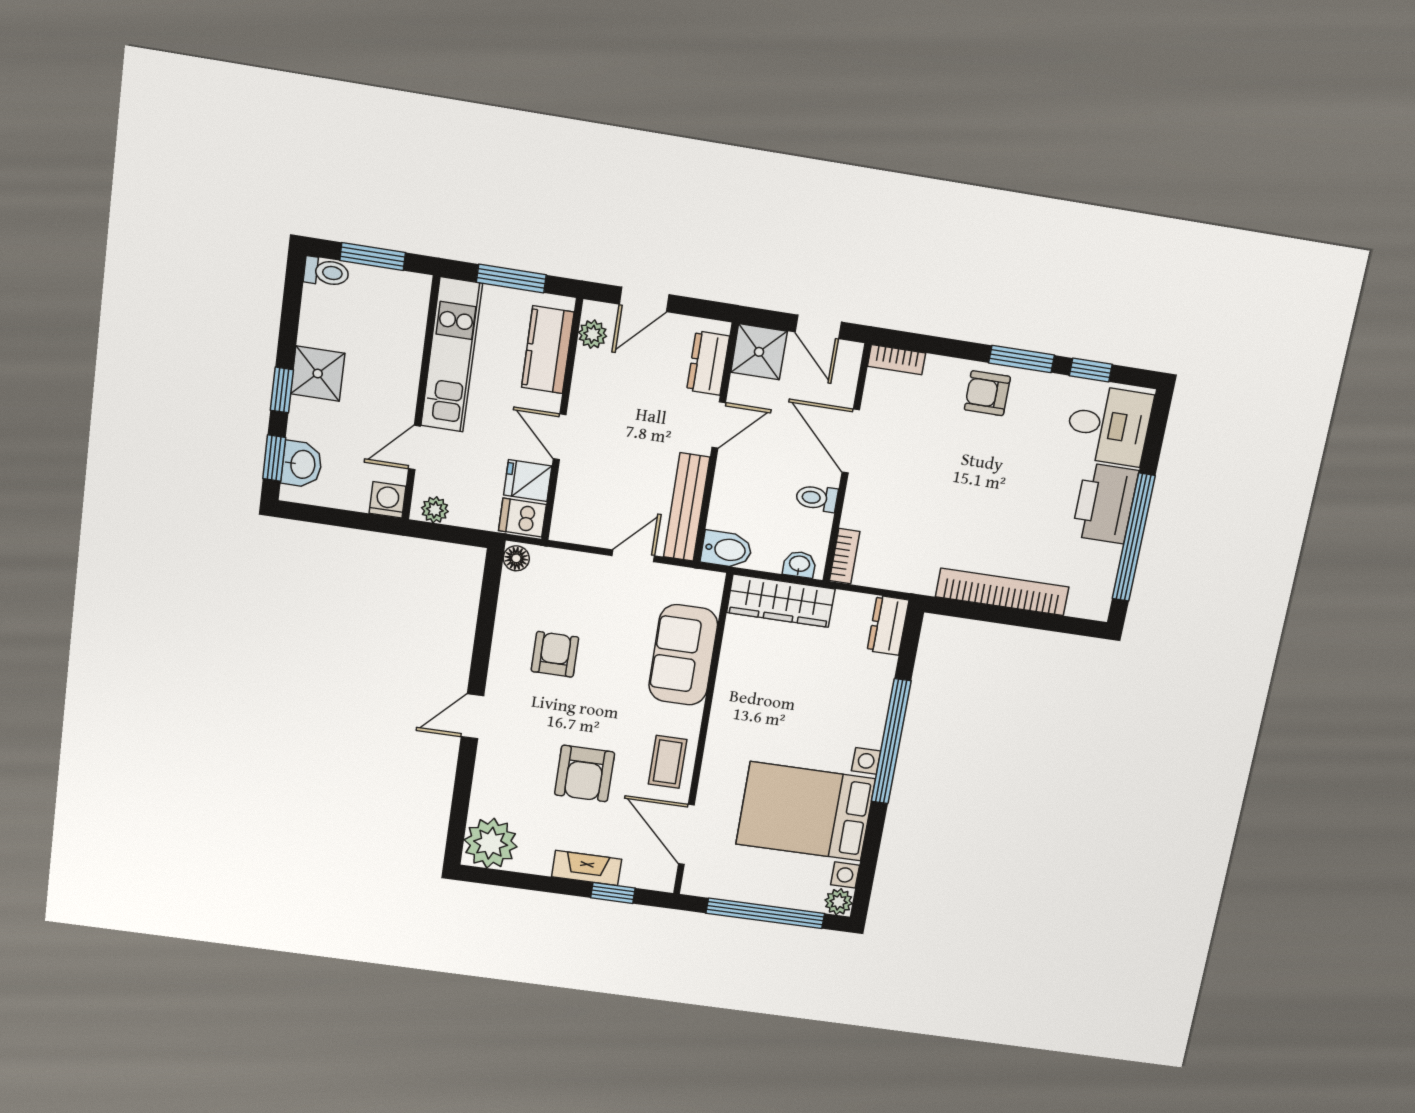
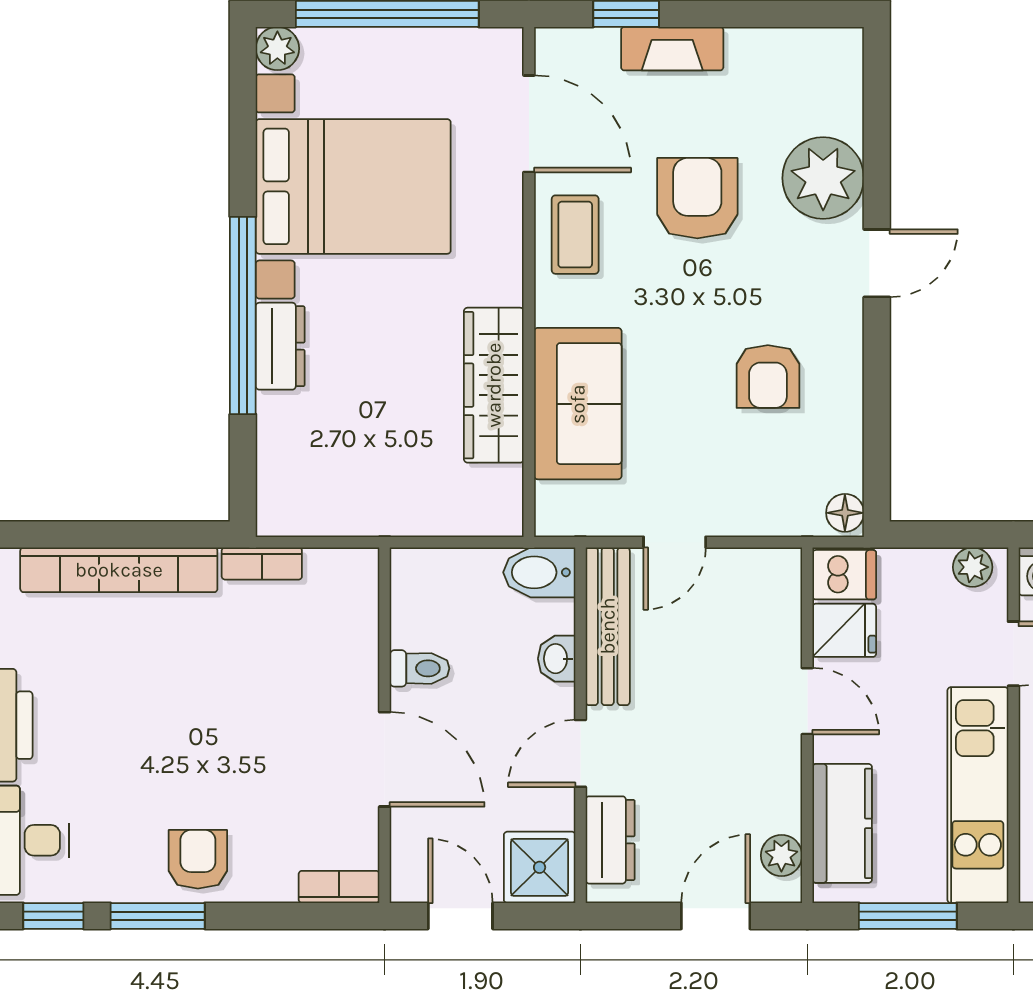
armchair: (987, 393) -> (198, 859), turned -90
bookcase: (845, 556) -> (262, 563), moved, turned -90
washbasin: (799, 564) -> (557, 659), moved, turned 90
wardrobe: (781, 601) -> (494, 385), moved, turned -90
dresser: (888, 625) -> (280, 346), moved
plant: (491, 843) -> (823, 178), moved

